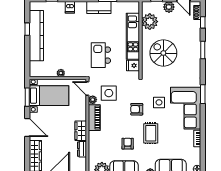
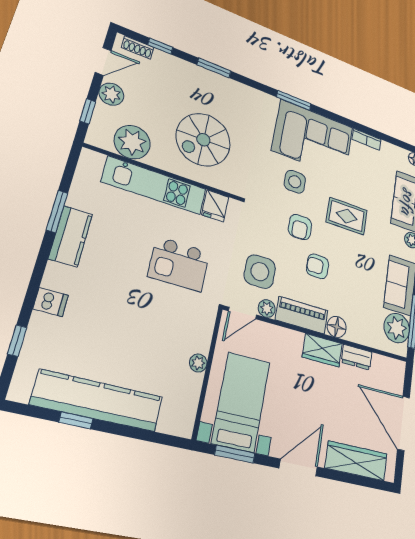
floor lamp: (94, 136) -> (337, 327), added
armchair: (128, 144) -> (318, 266), moved

